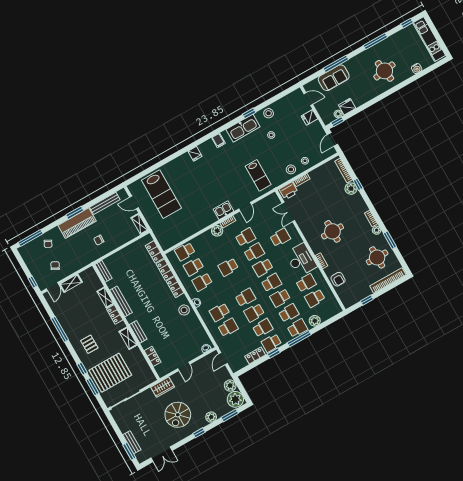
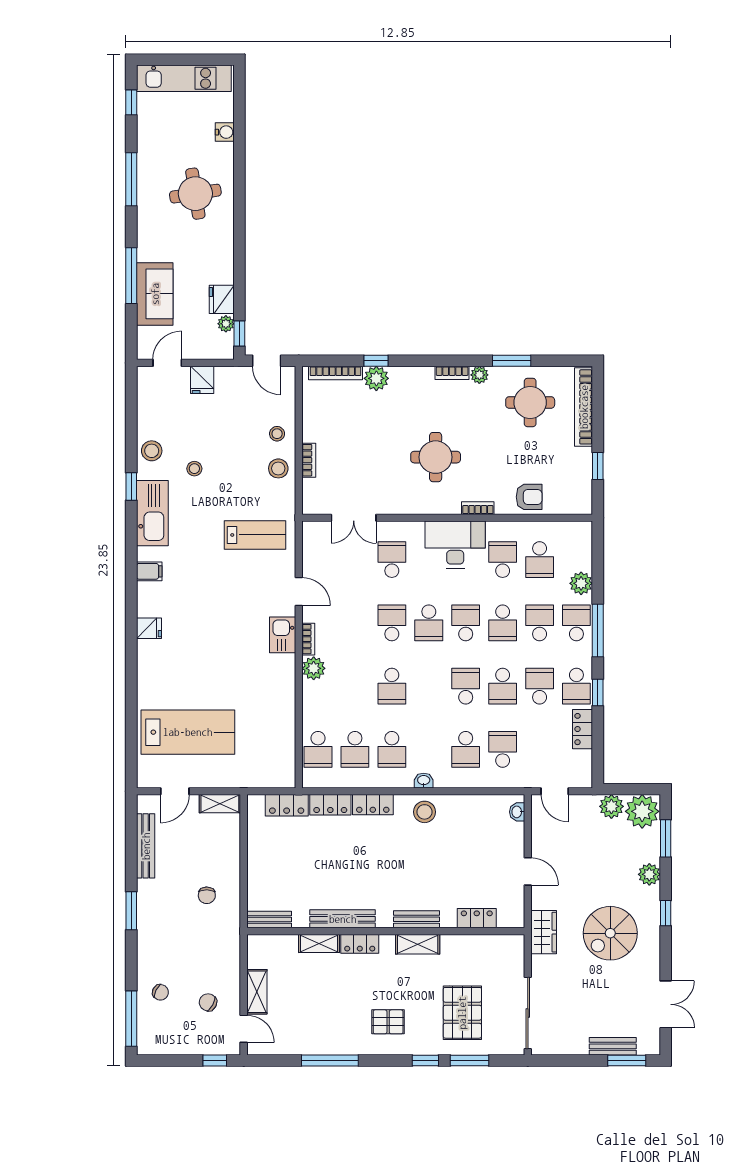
printer: (289, 191) -> (315, 495), removed
piano: (77, 223) -> (153, 917), removed
school desk: (245, 237) -> (355, 623), removed
pallet: (110, 373) -> (462, 1013), width x0.73, depth x0.71
spiral stairs: (178, 415) -> (610, 933), turned 90

